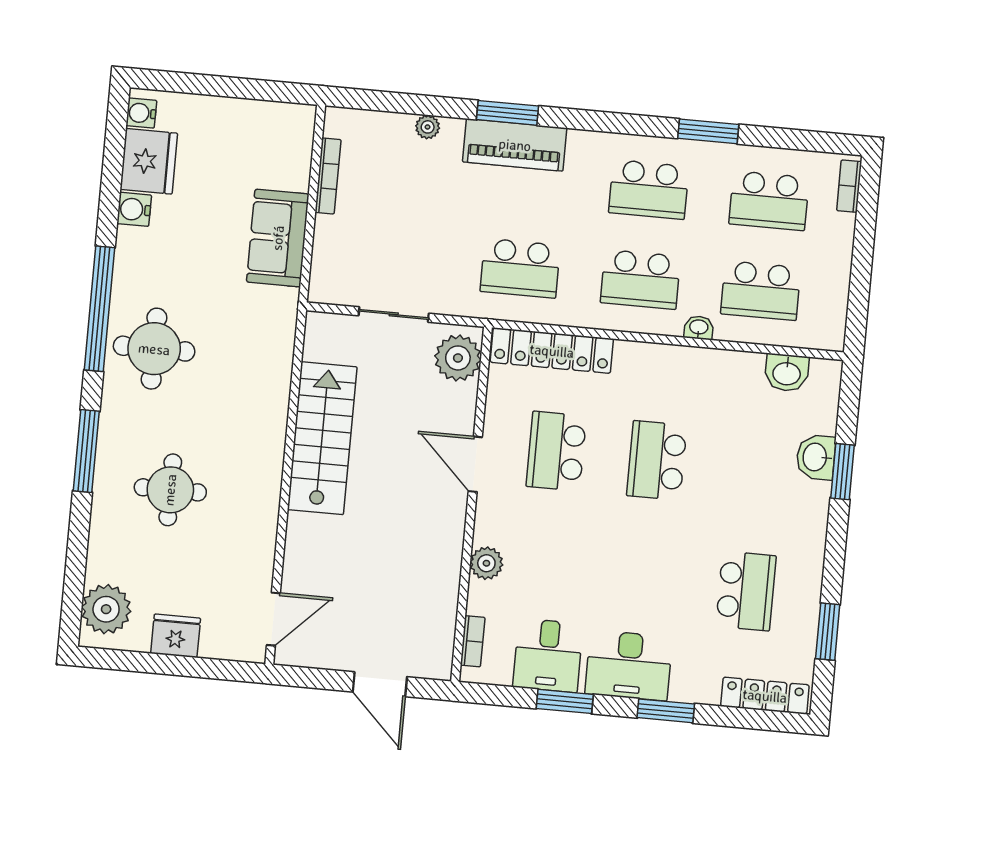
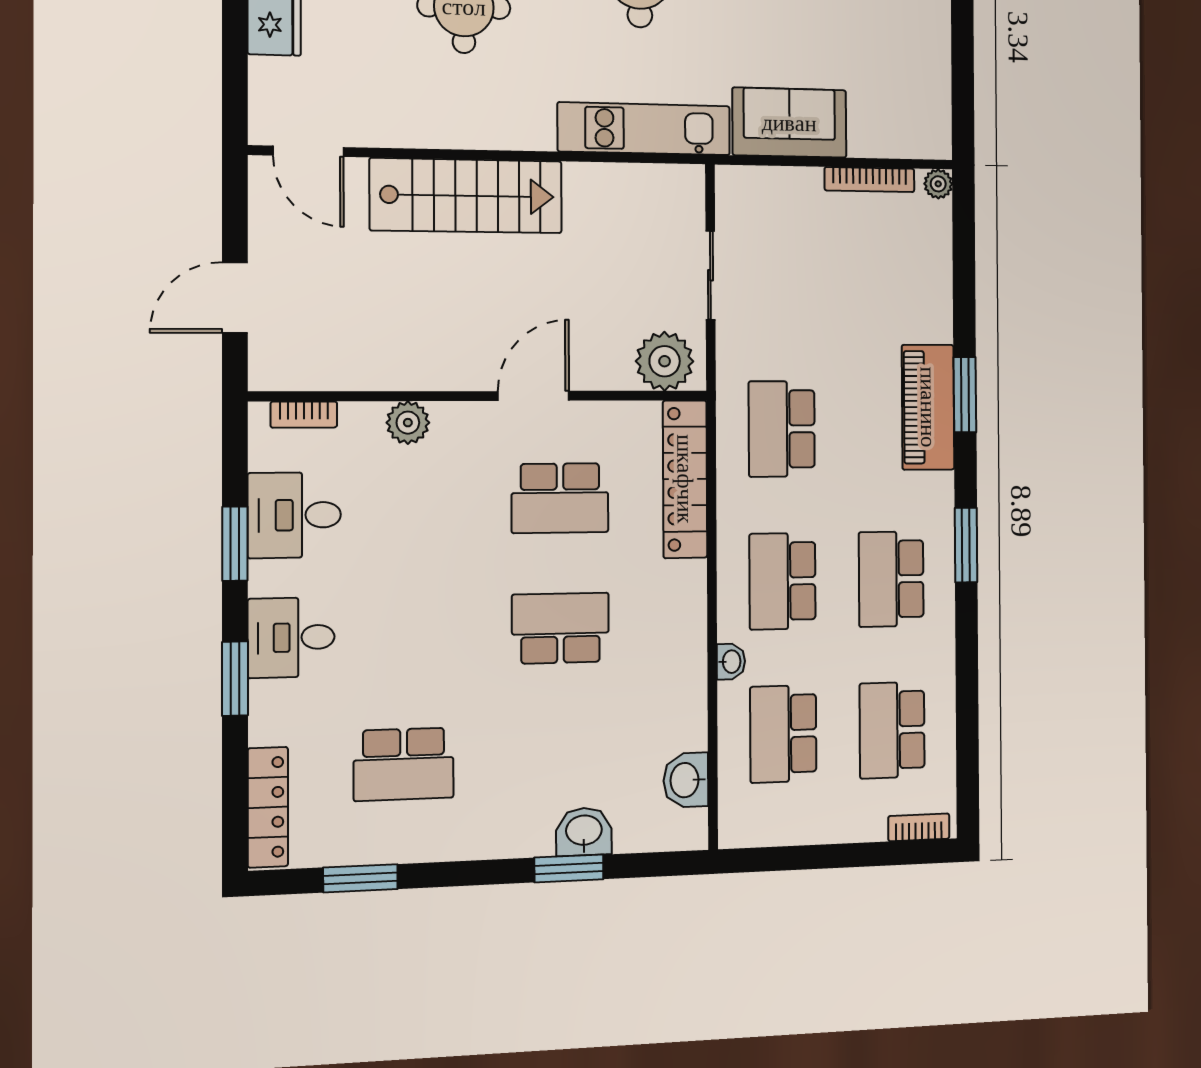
plant: (428, 127) -> (938, 184), moved
window: (708, 131) -> (966, 545), moved
kitchen unit: (274, 357) -> (644, 129), added
stairs: (322, 438) -> (466, 196), moved
school desk: (556, 451) -> (560, 498), turned 180
desk: (629, 665) -> (291, 638), width x0.73

